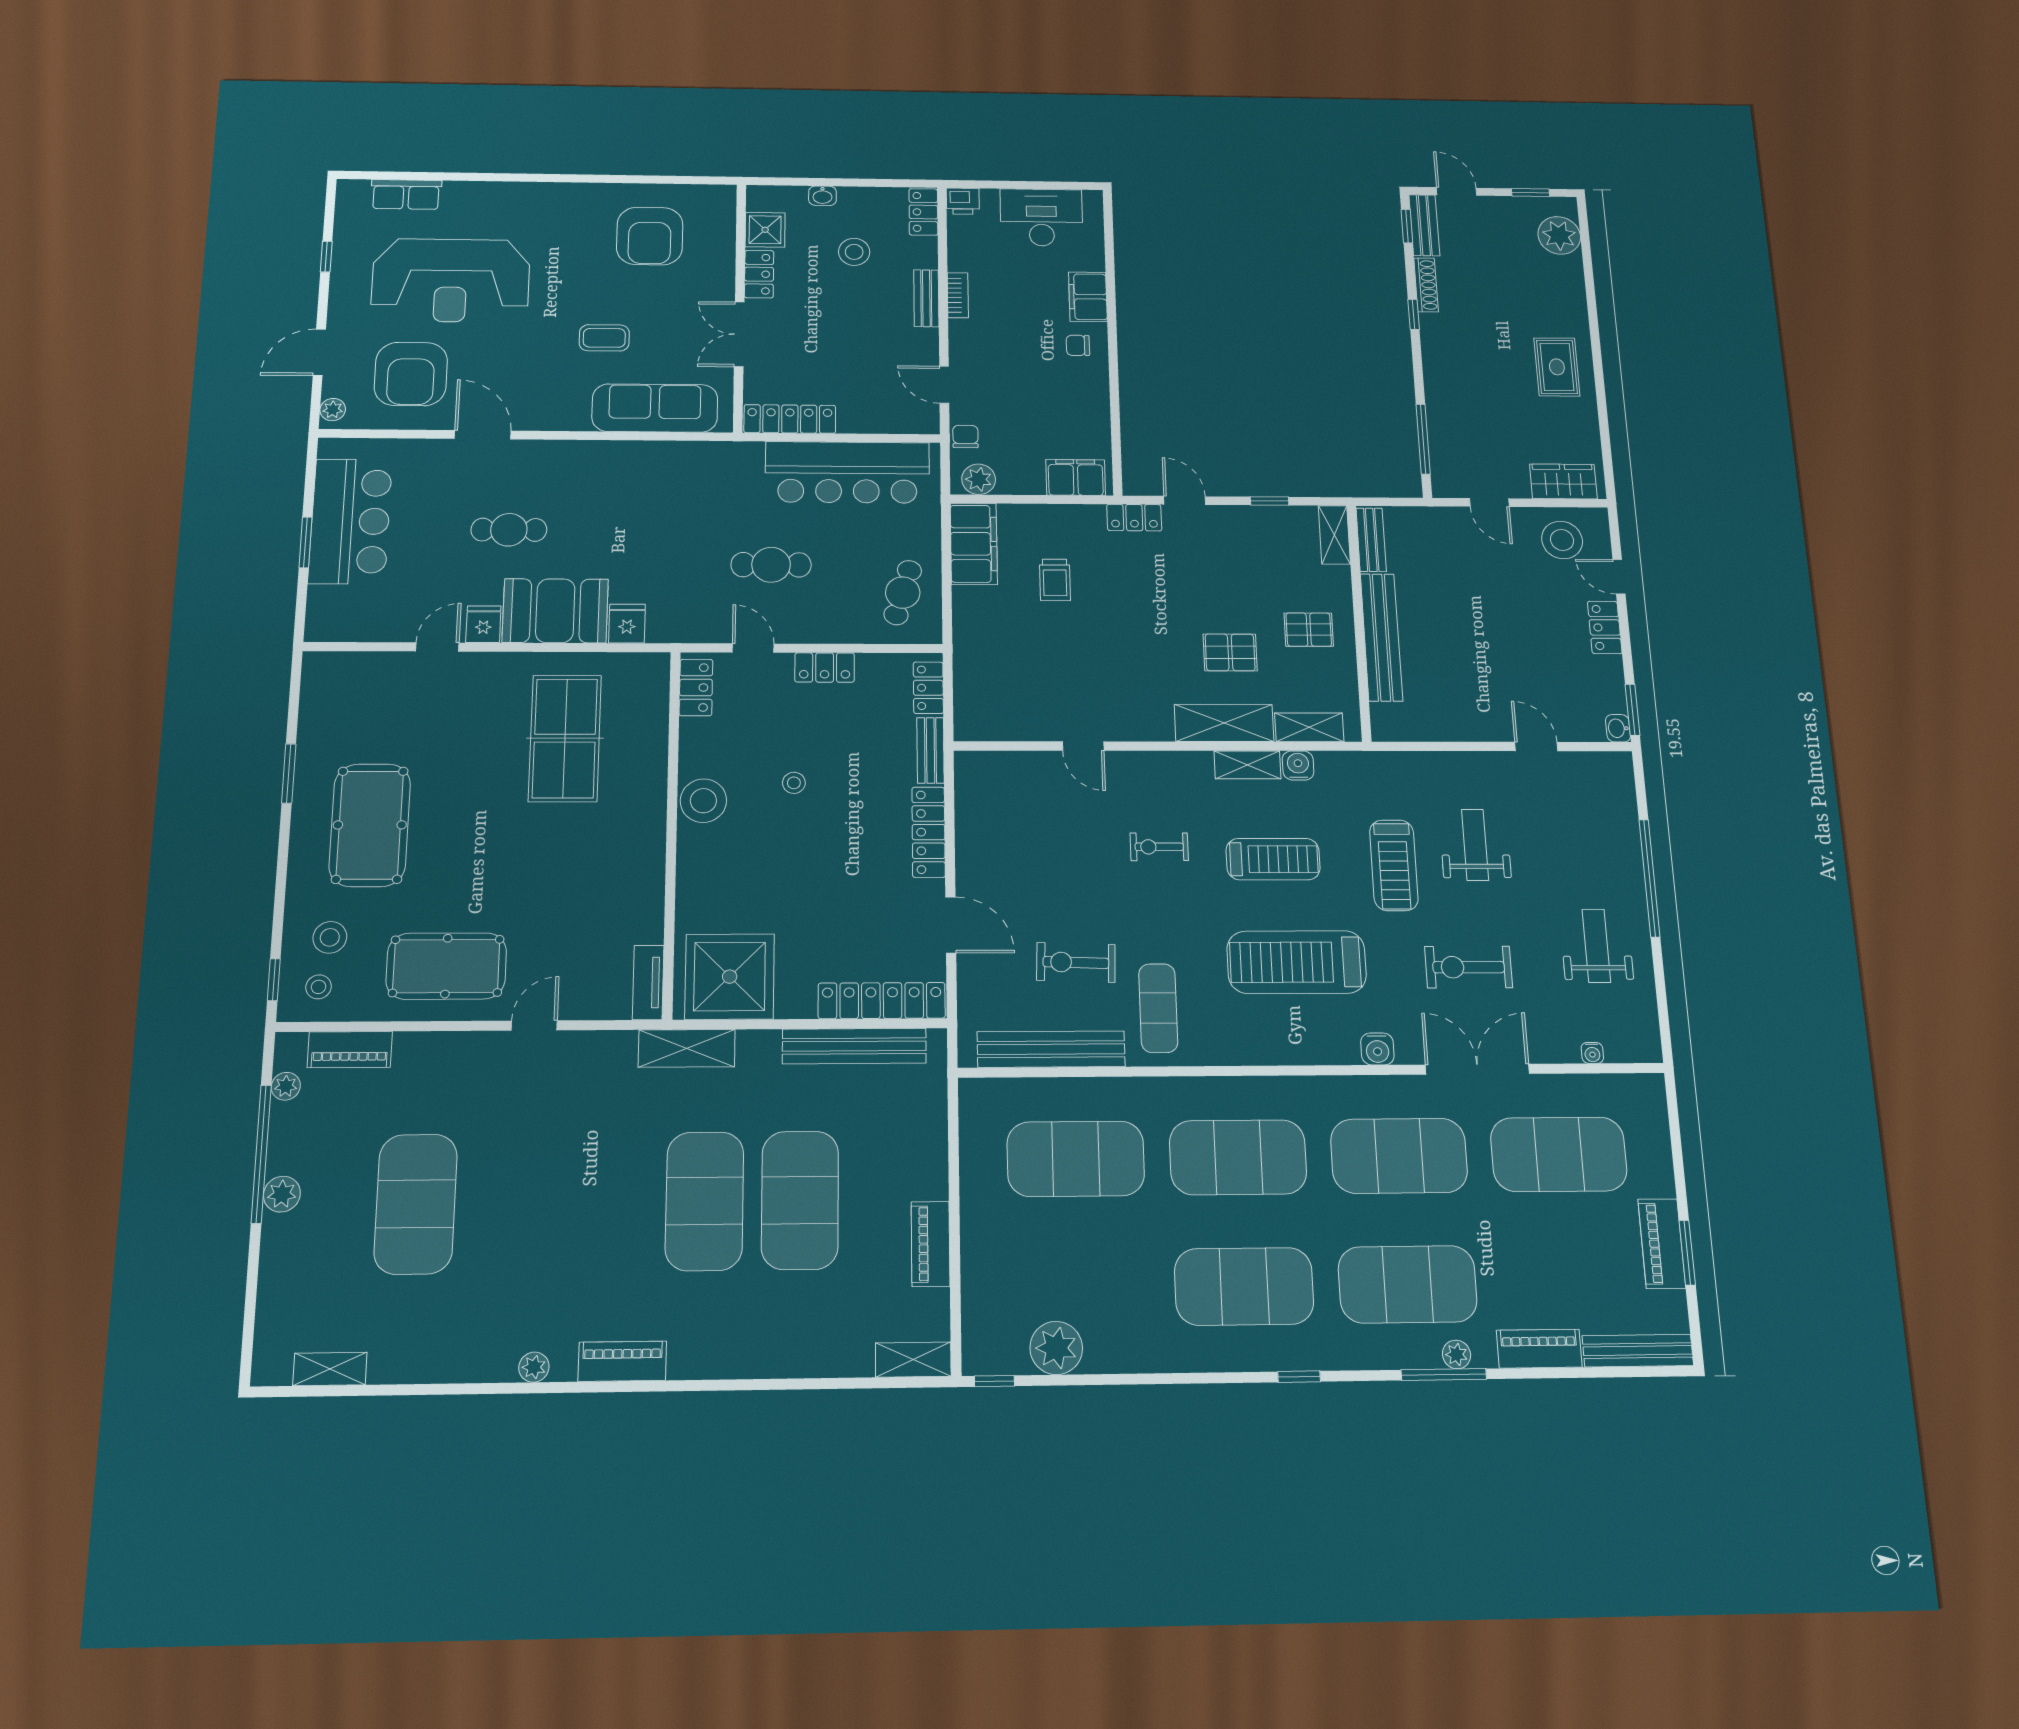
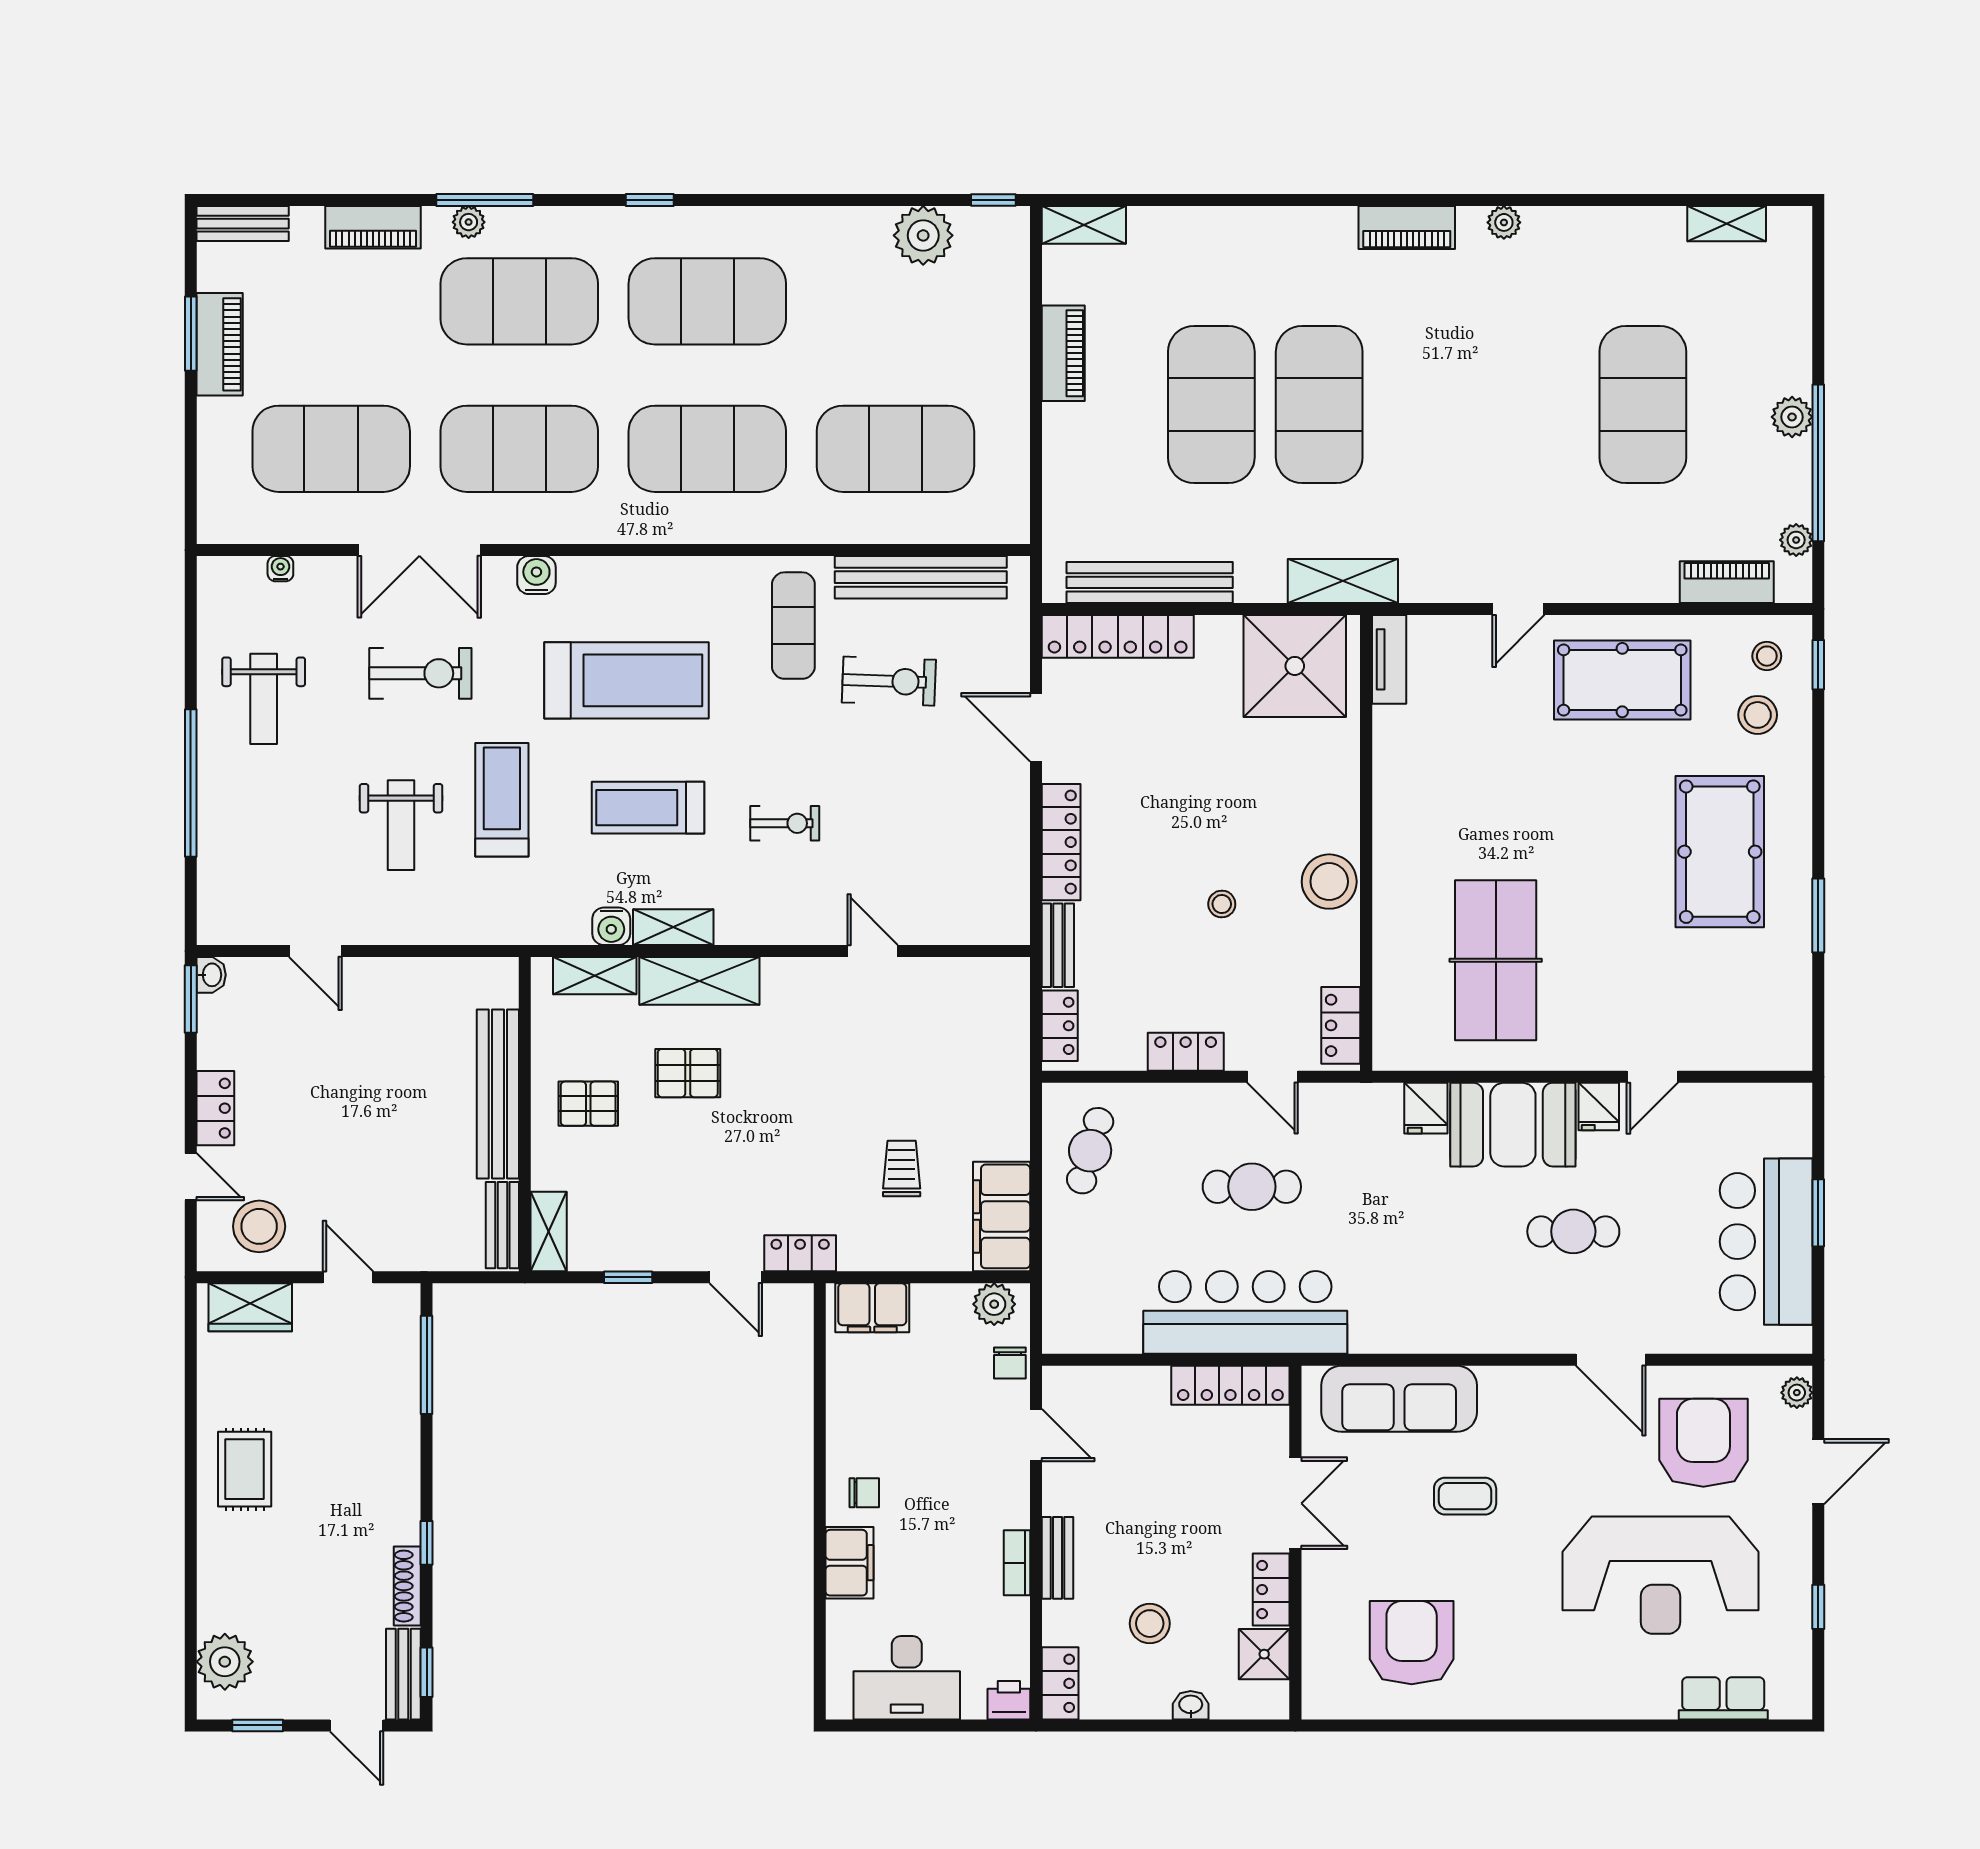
reception desk: (451, 280) -> (1660, 1575), turned 180
bar counter: (847, 472) -> (1245, 1312), moved
bench: (1638, 1351) -> (243, 224), width x0.73

